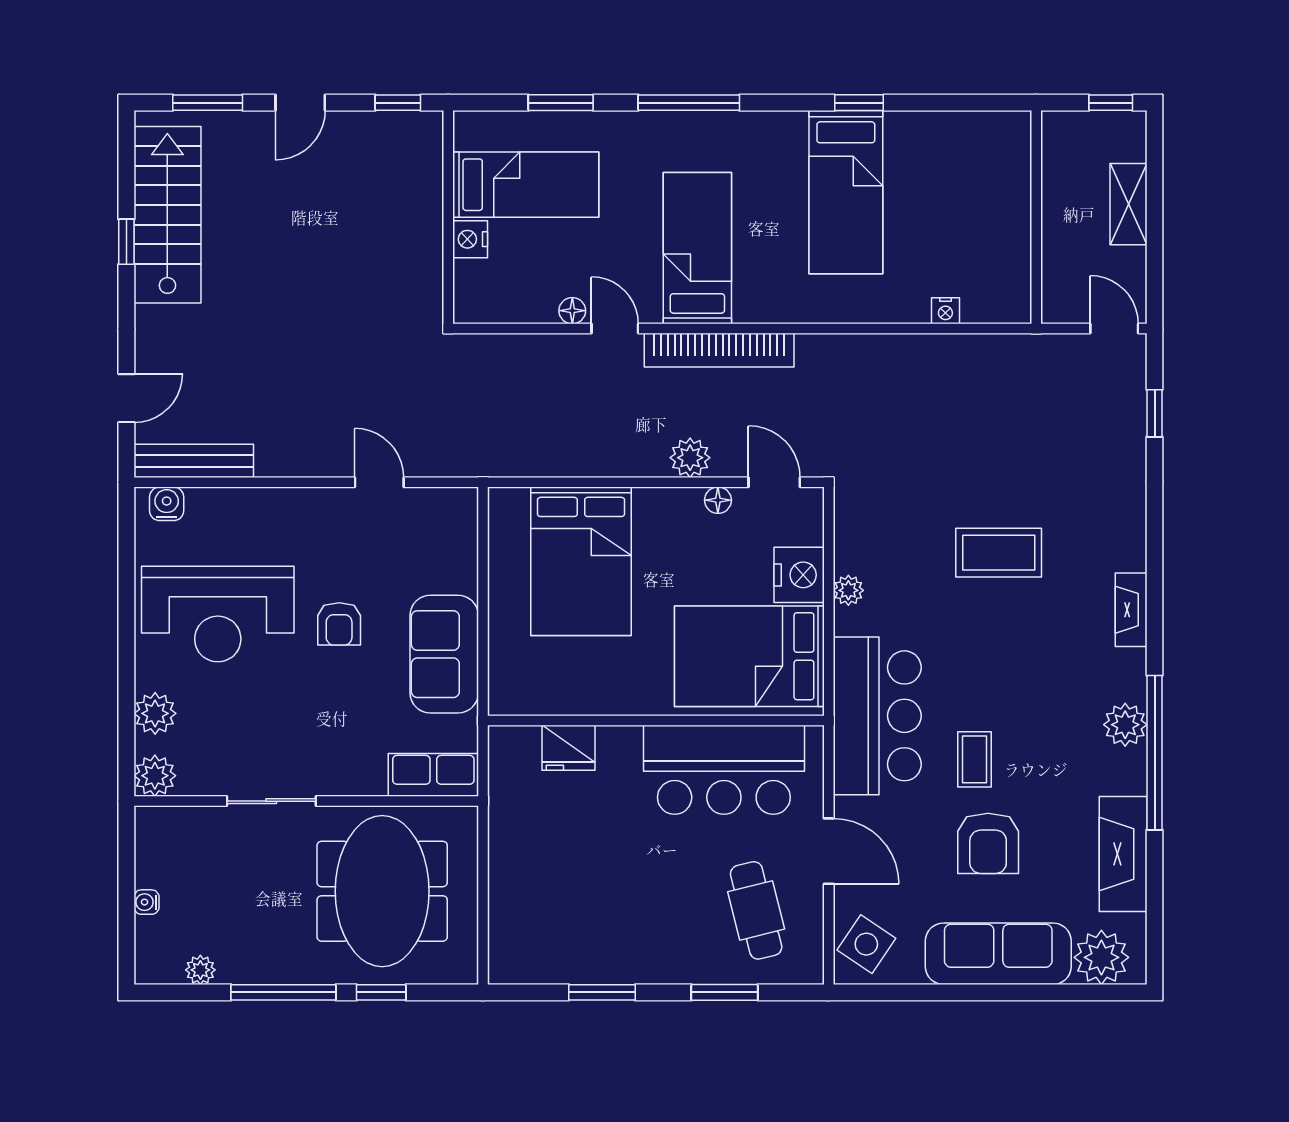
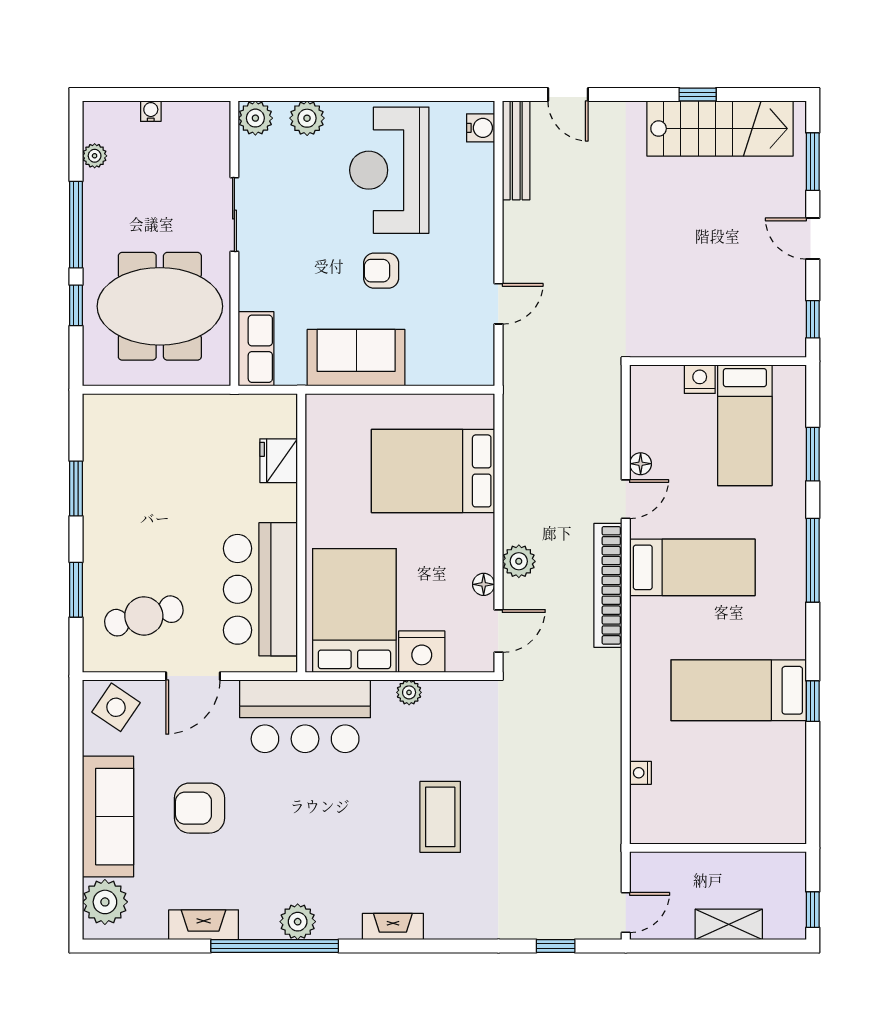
coffee table: (974, 759) -> (269, 797), removed
fireplace: (1123, 854) -> (204, 925), width x0.73, depth x0.76

